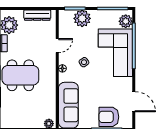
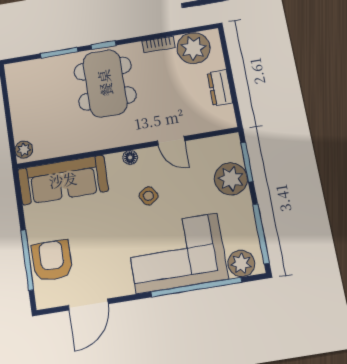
dresser: (37, 15) -> (220, 88), width x0.70

